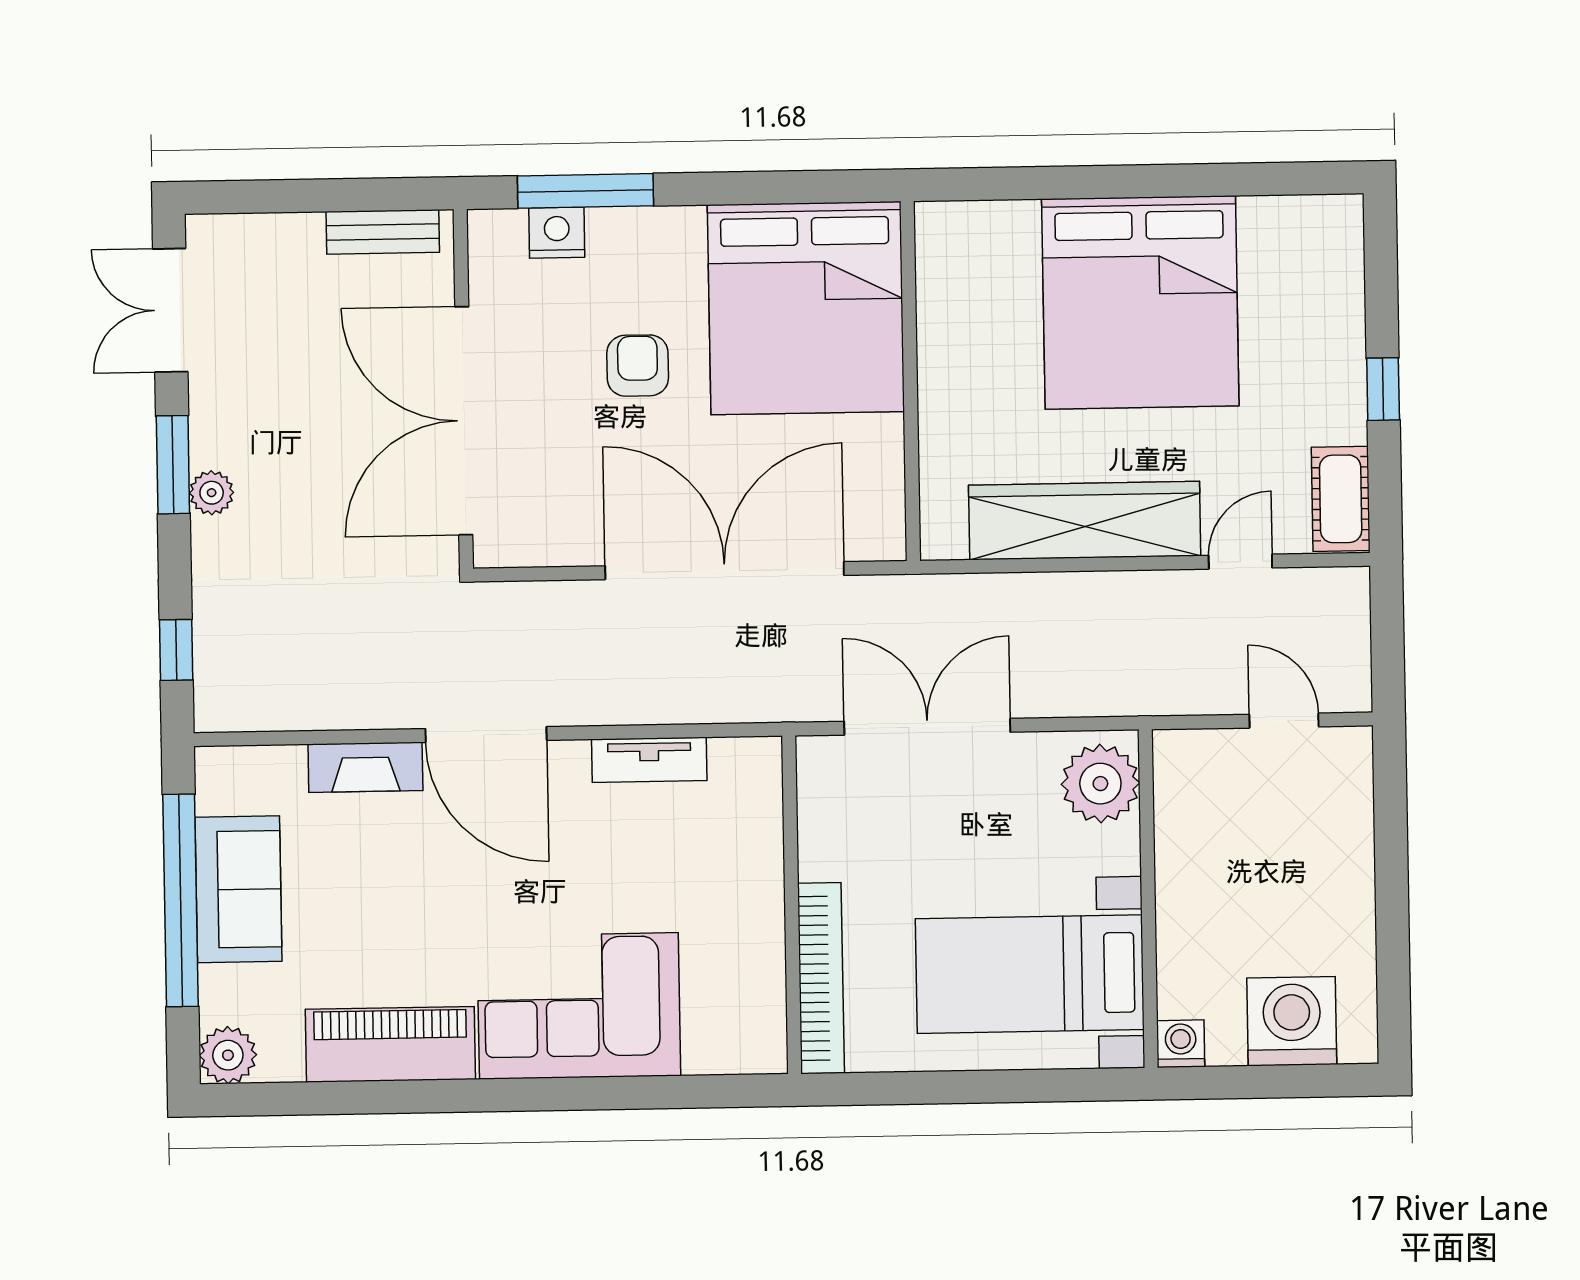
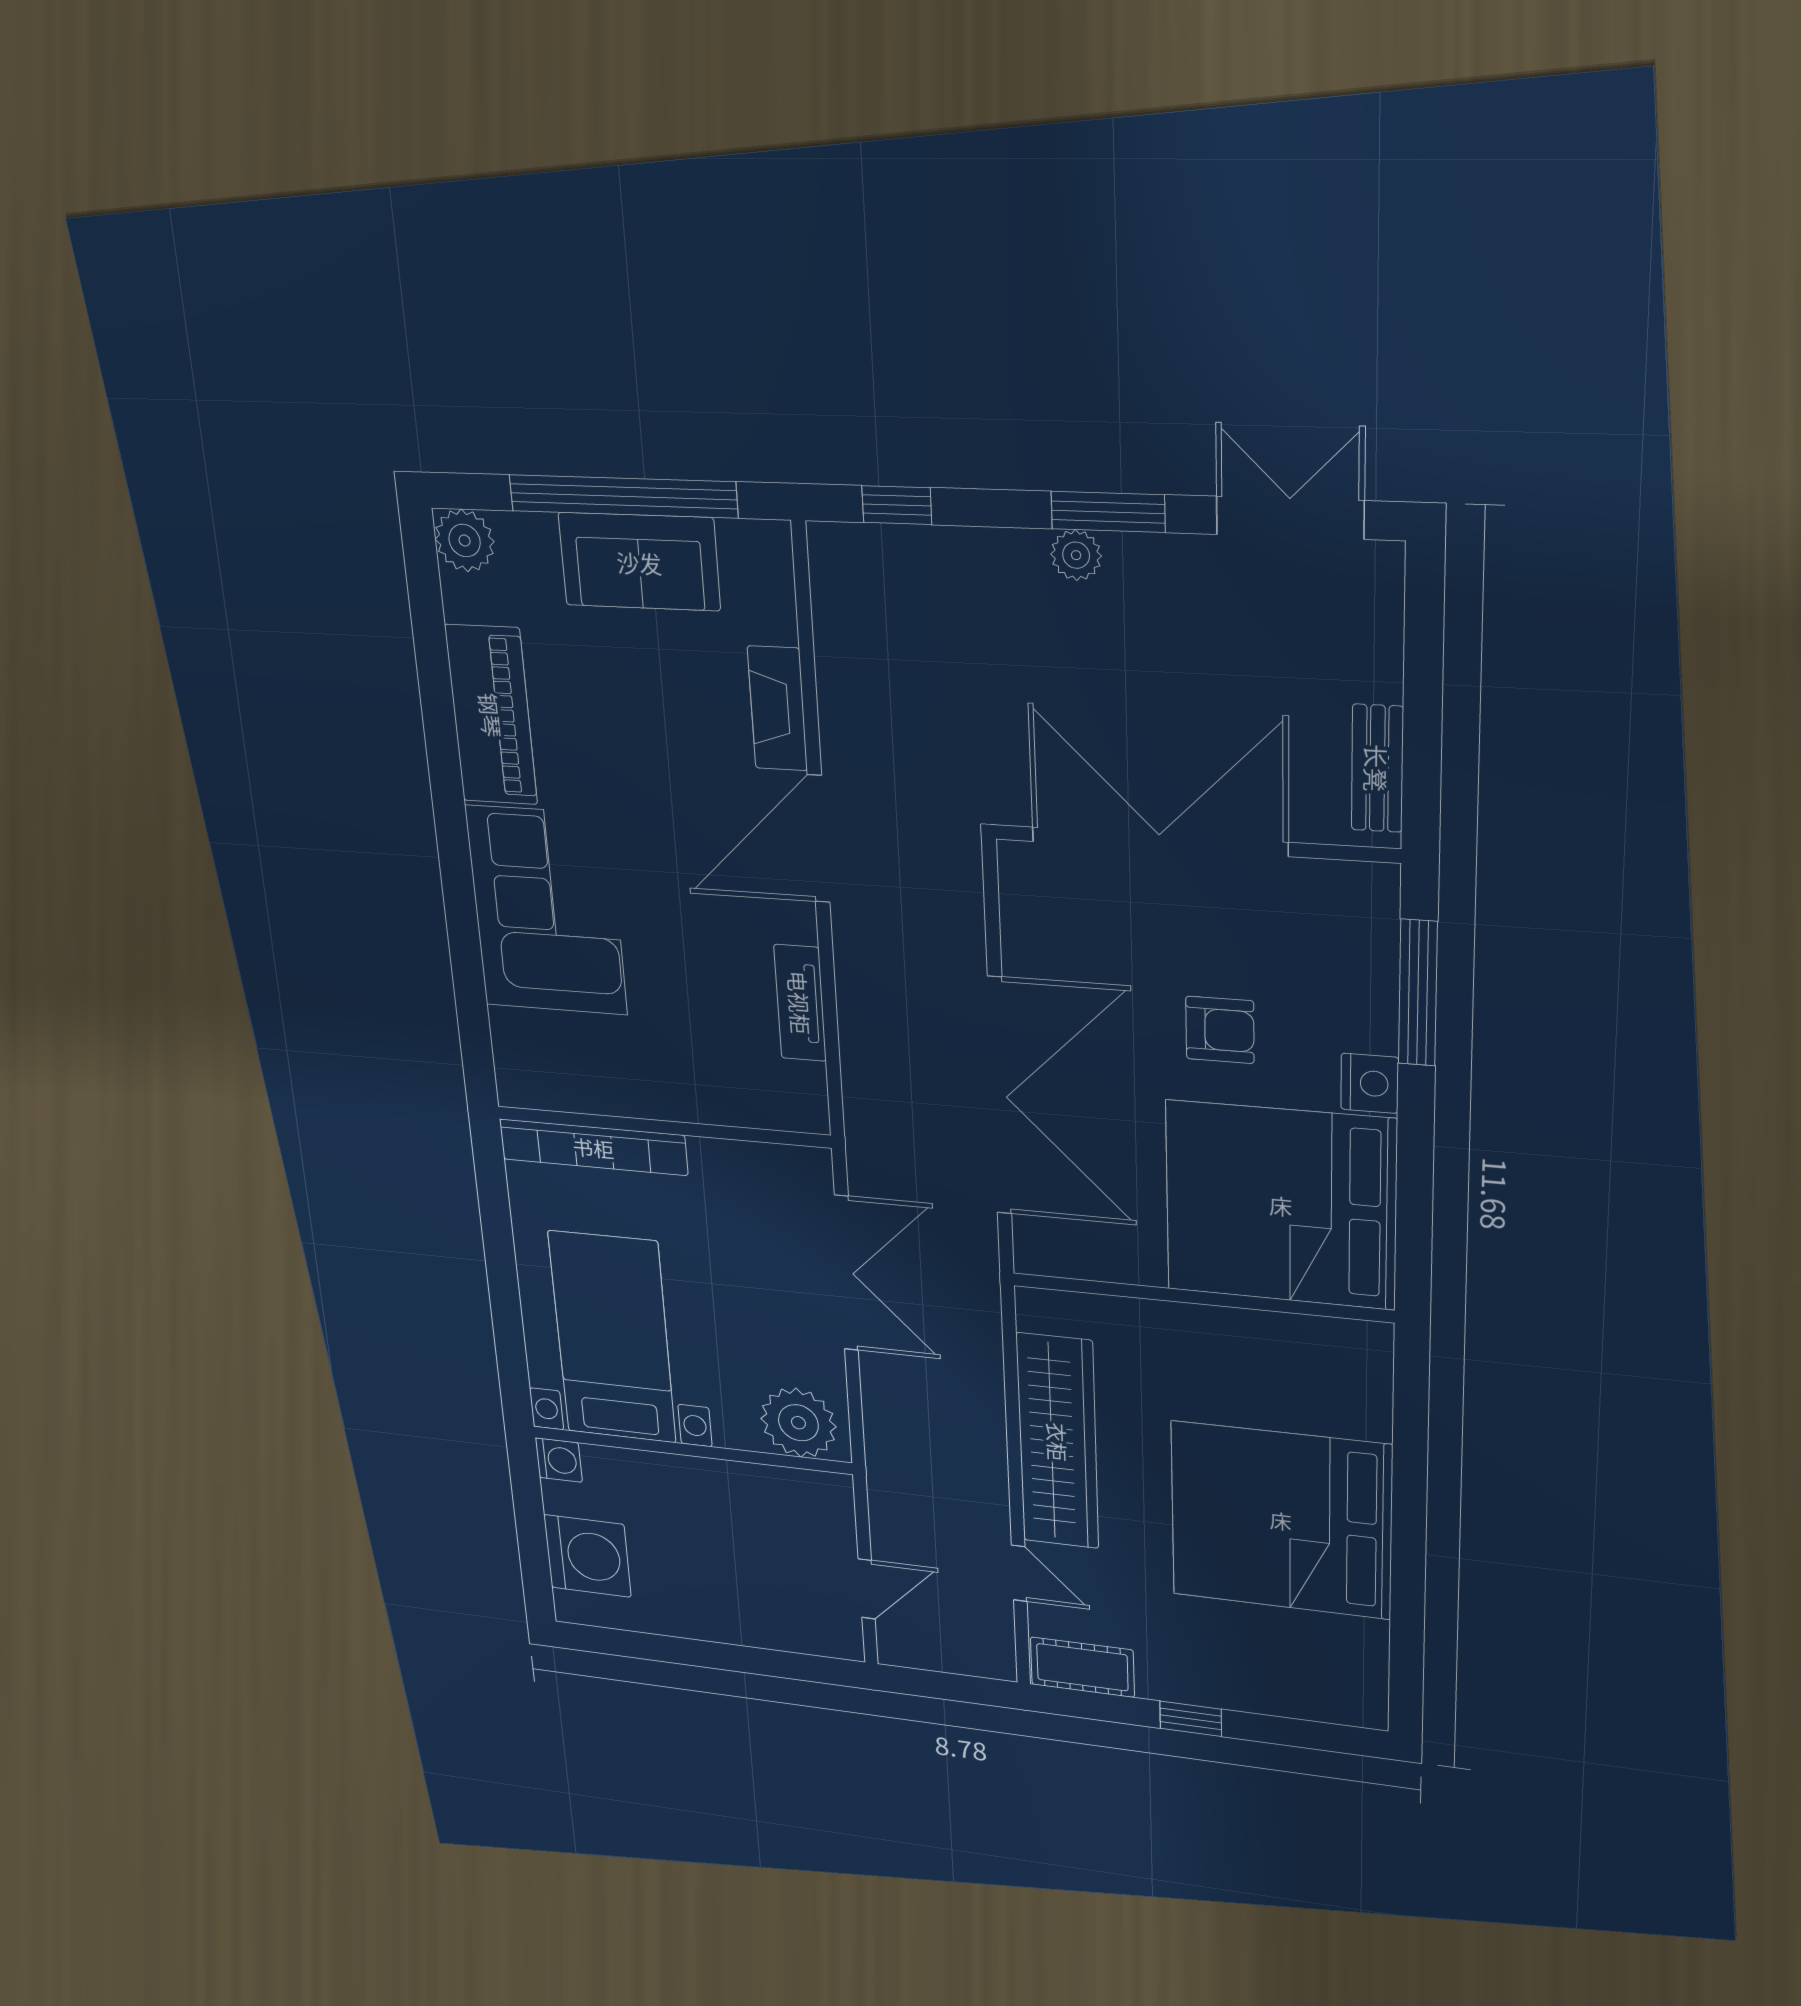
nightstand: (557, 233) -> (1370, 1083), moved

